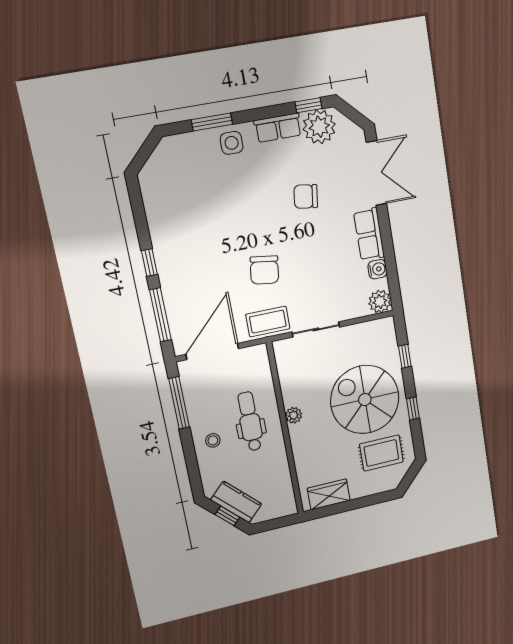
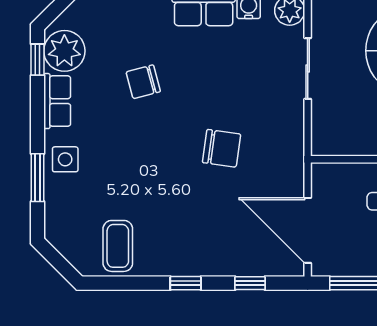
chair: (306, 196) -> (143, 82), turned 67
window: (160, 315) -> (250, 283), width x0.46
coffee table: (268, 322) -> (118, 246), moved
sliding door: (316, 329) -> (308, 69), moved

